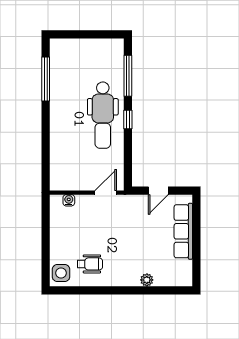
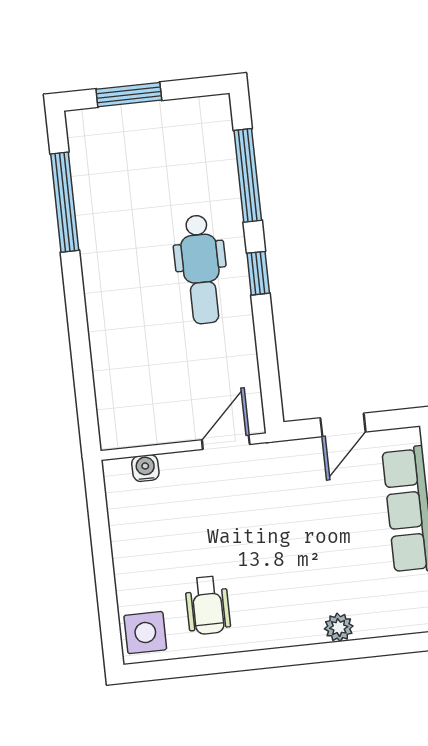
window: (79, 34) -> (129, 95), added
dental chair: (103, 115) -> (201, 269), width x0.73, depth x0.72
wheelchair: (90, 264) -> (208, 605), turned 90

